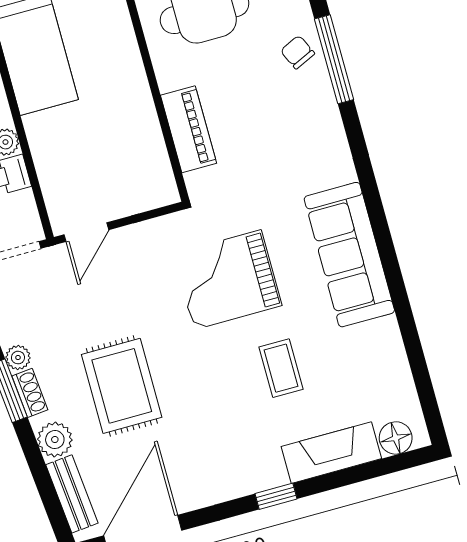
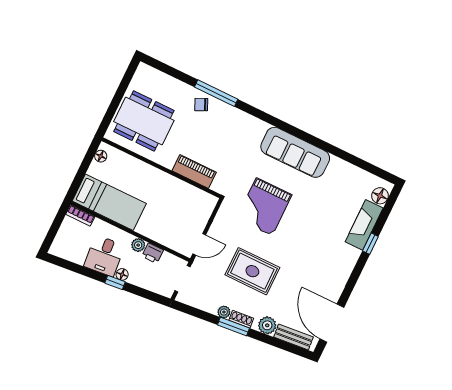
door: (86, 232) -> (199, 244), hinge flipped
coffee table: (281, 368) -> (315, 216), removed
rug: (122, 386) -> (252, 271), moved
window: (276, 496) -> (370, 244), moved

